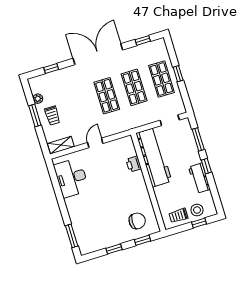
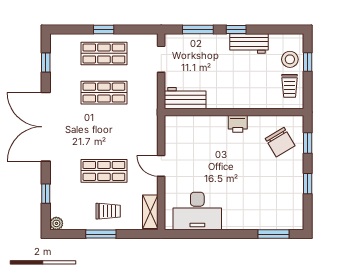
shop shelf: (107, 96) -> (104, 171), moved
plant: (38, 99) -> (56, 223), moved
workbench: (154, 157) -> (185, 98), width x0.53, depth x0.76
printer: (134, 164) -> (238, 124), moved
chair: (137, 221) -> (280, 142), turned 149

